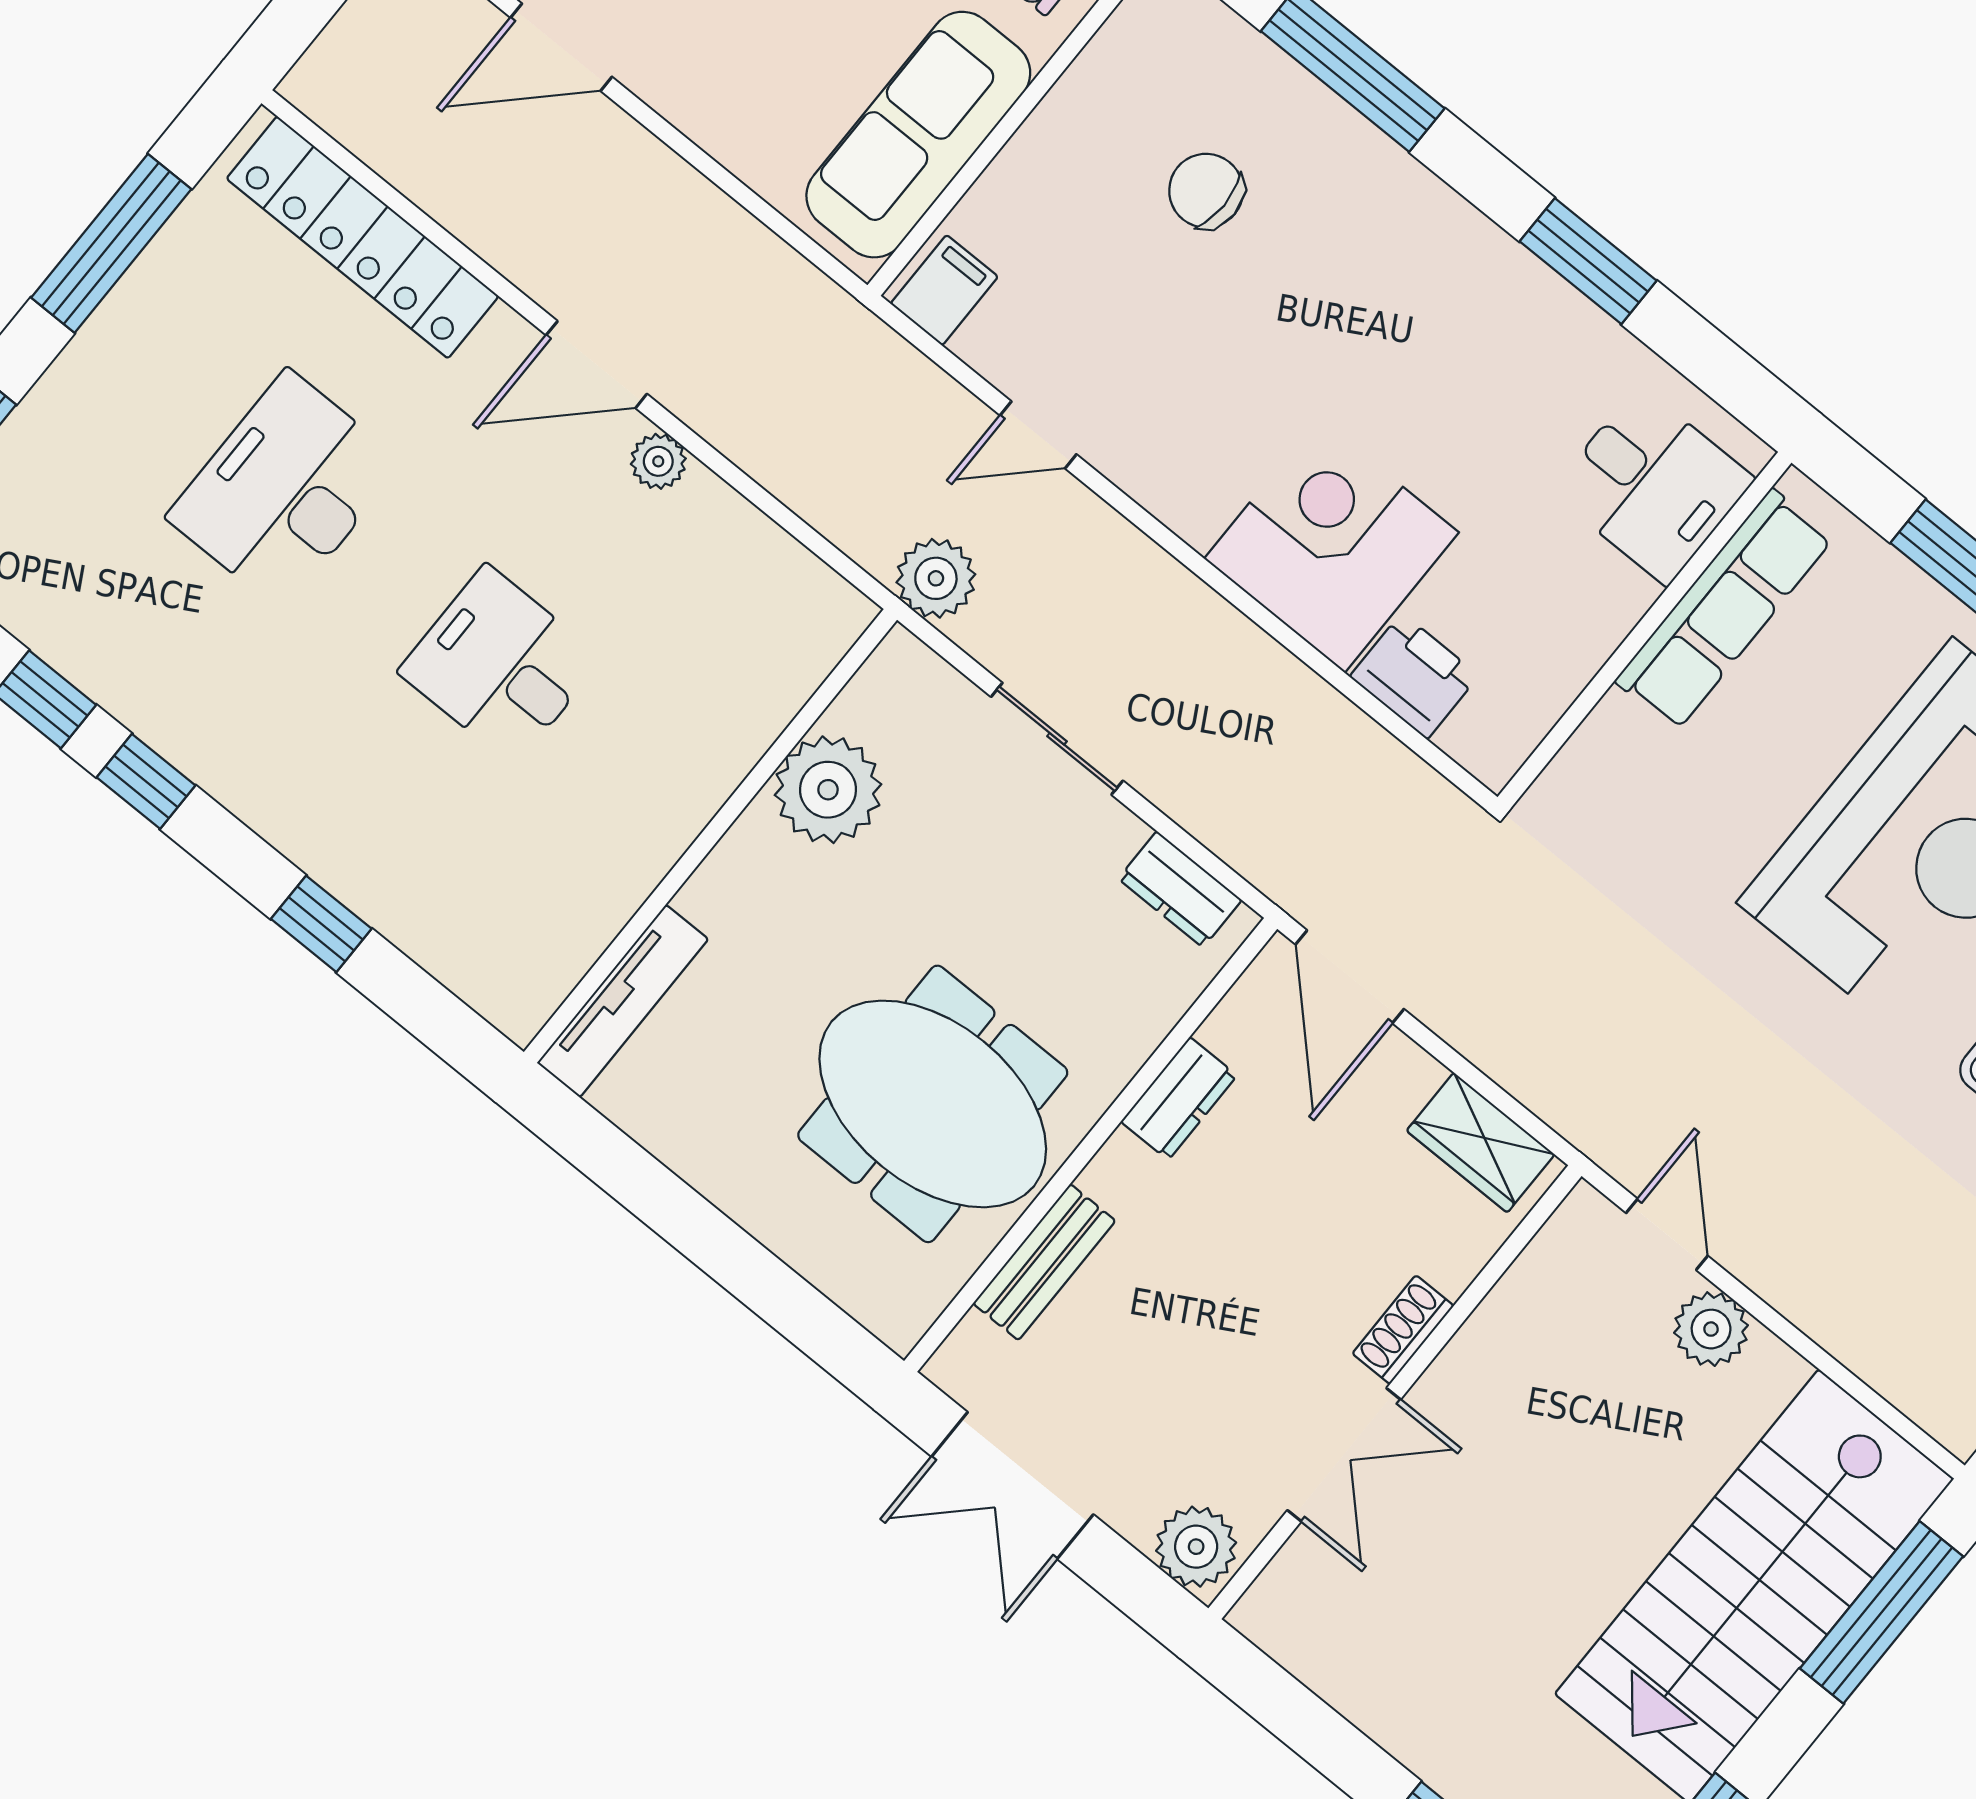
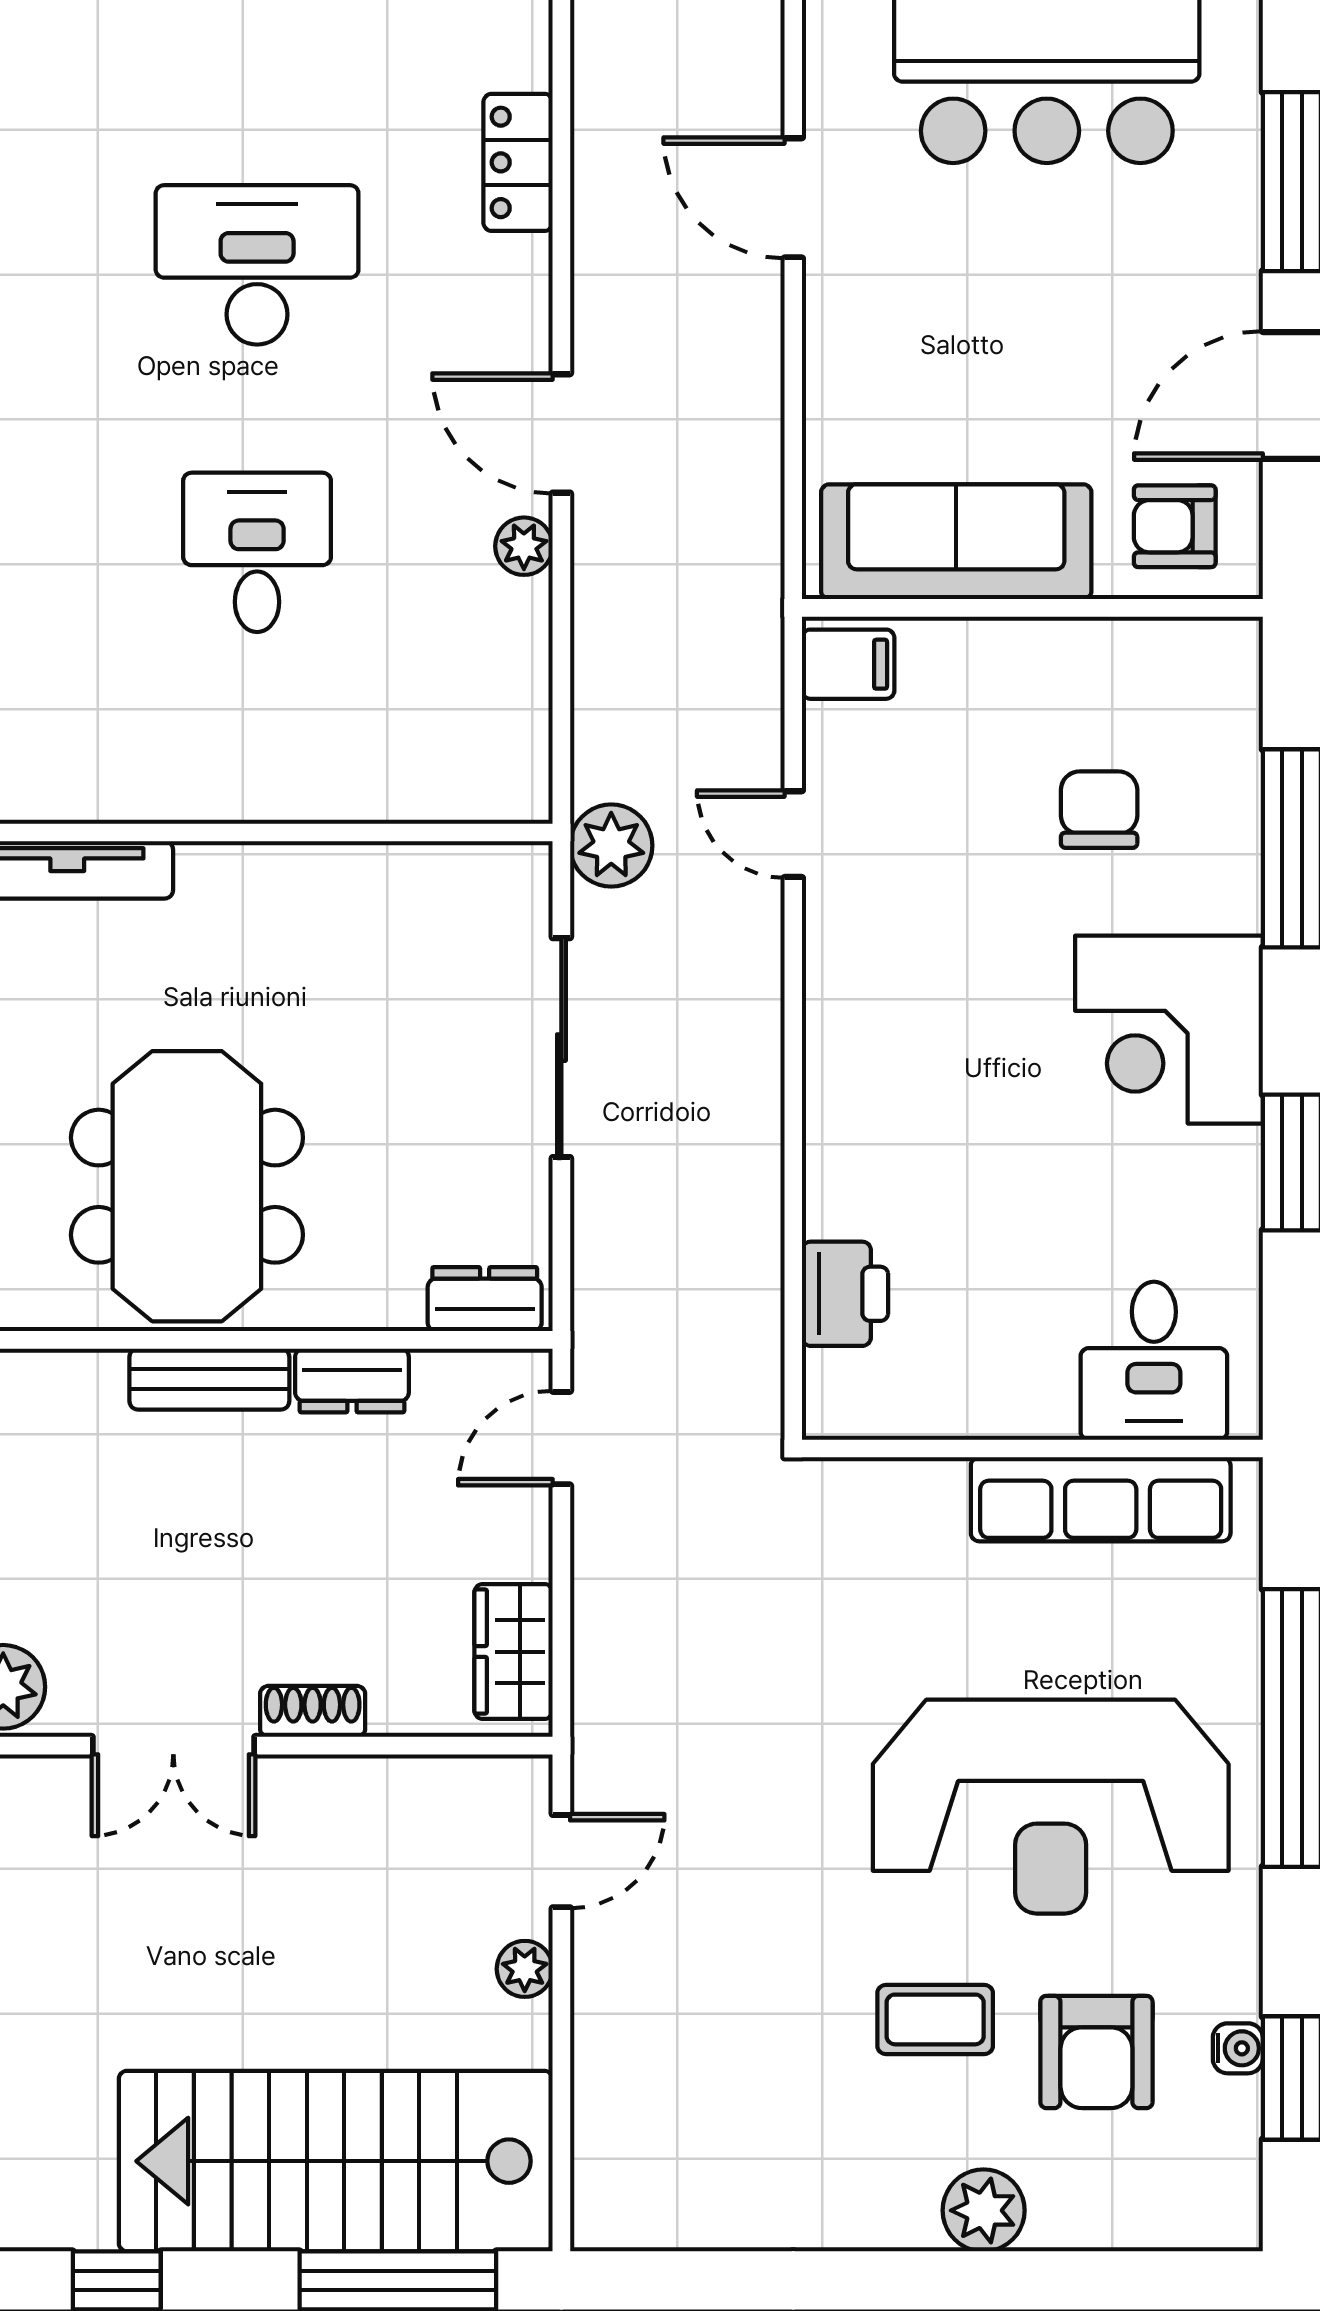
locker: (363, 237) -> (518, 162), width x0.46, depth x0.83
corner desk: (1332, 545) -> (1169, 1030), moved, turned 180
sliding door: (1057, 739) -> (561, 1048), width x1.37
plant: (828, 790) -> (371, 897), removed
dresser: (1180, 889) -> (485, 1299), moved, turned 90
door: (1350, 977) -> (561, 1438), width x0.73
bench: (1044, 1262) -> (209, 1379), moved
plant: (1711, 1329) -> (525, 1969), width x0.73, depth x0.73

